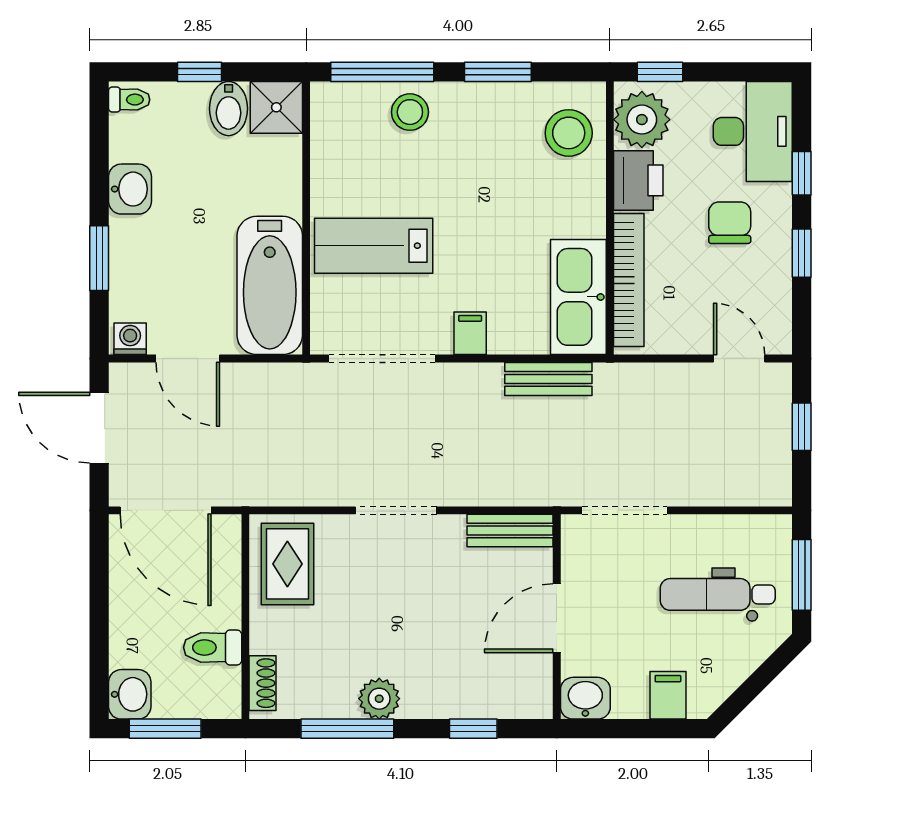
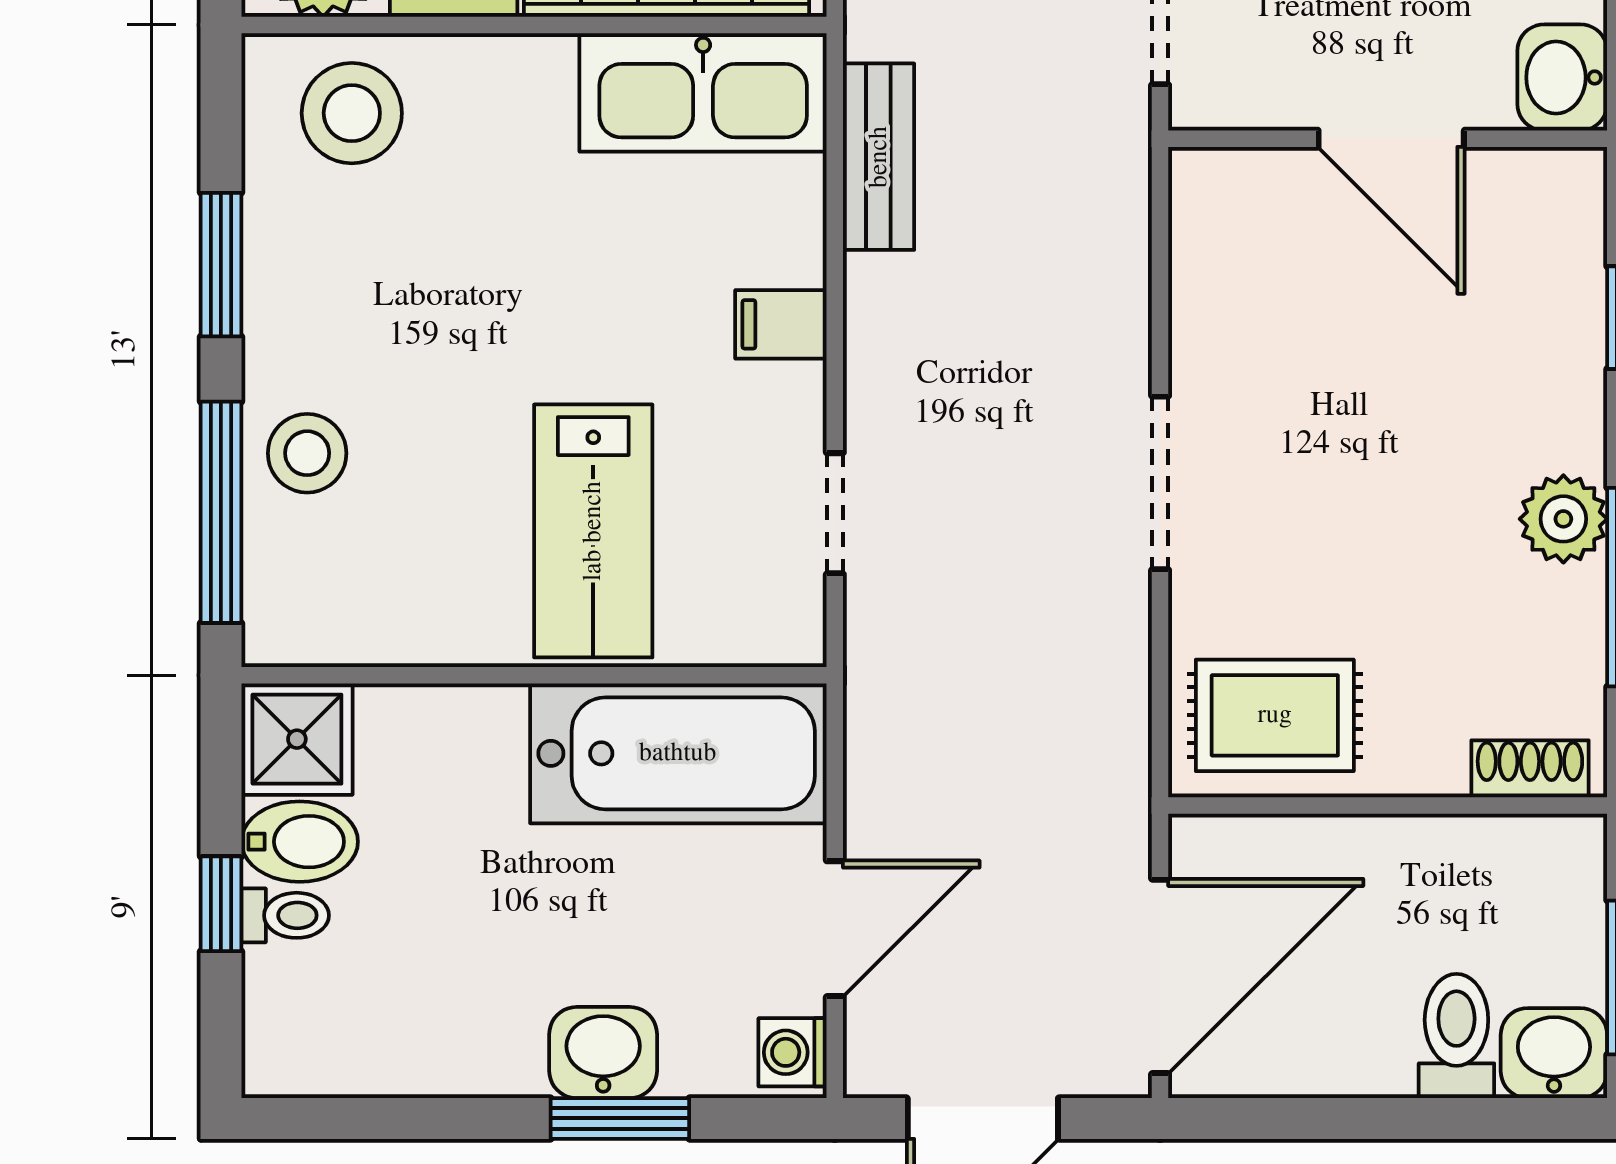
toilet: (129, 100) -> (285, 915), moved, turned 90
washbasin: (130, 189) -> (603, 1053), moved
doorway: (382, 358) -> (835, 513), width x0.53
bench: (510, 531) -> (1203, 239), removed
toilet: (213, 647) -> (1456, 1036), moved, turned 180

